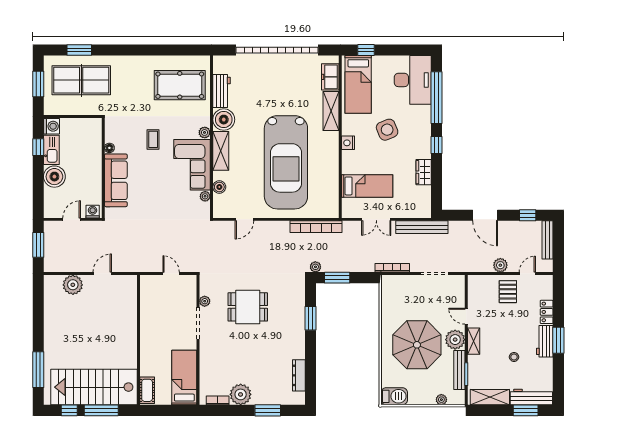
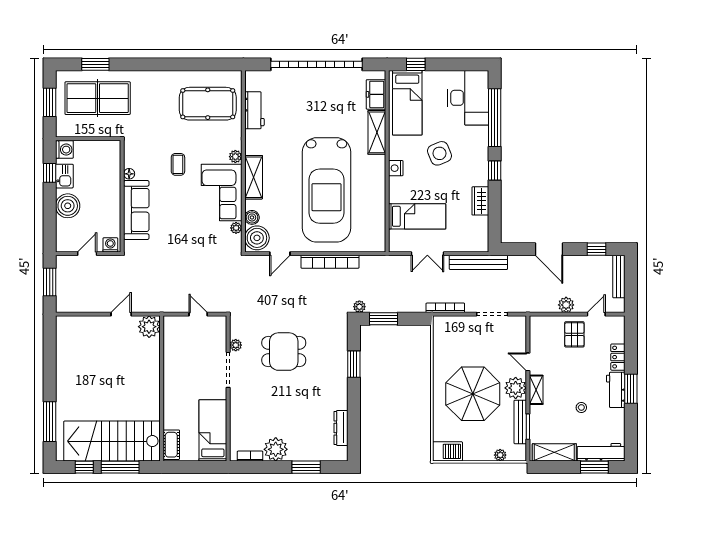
boiler: (224, 120) -> (257, 238), moved
kitchen sink: (51, 150) -> (64, 176), width x0.73
bookcase: (316, 227) -> (330, 262), moved
plant: (73, 285) -> (149, 327), moved

